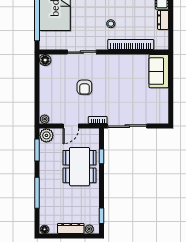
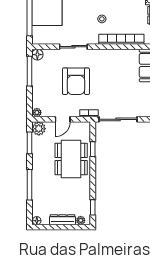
window: (37, 77) -> (30, 71), added
armchair: (84, 87) -> (76, 81), width x1.88, depth x1.88

